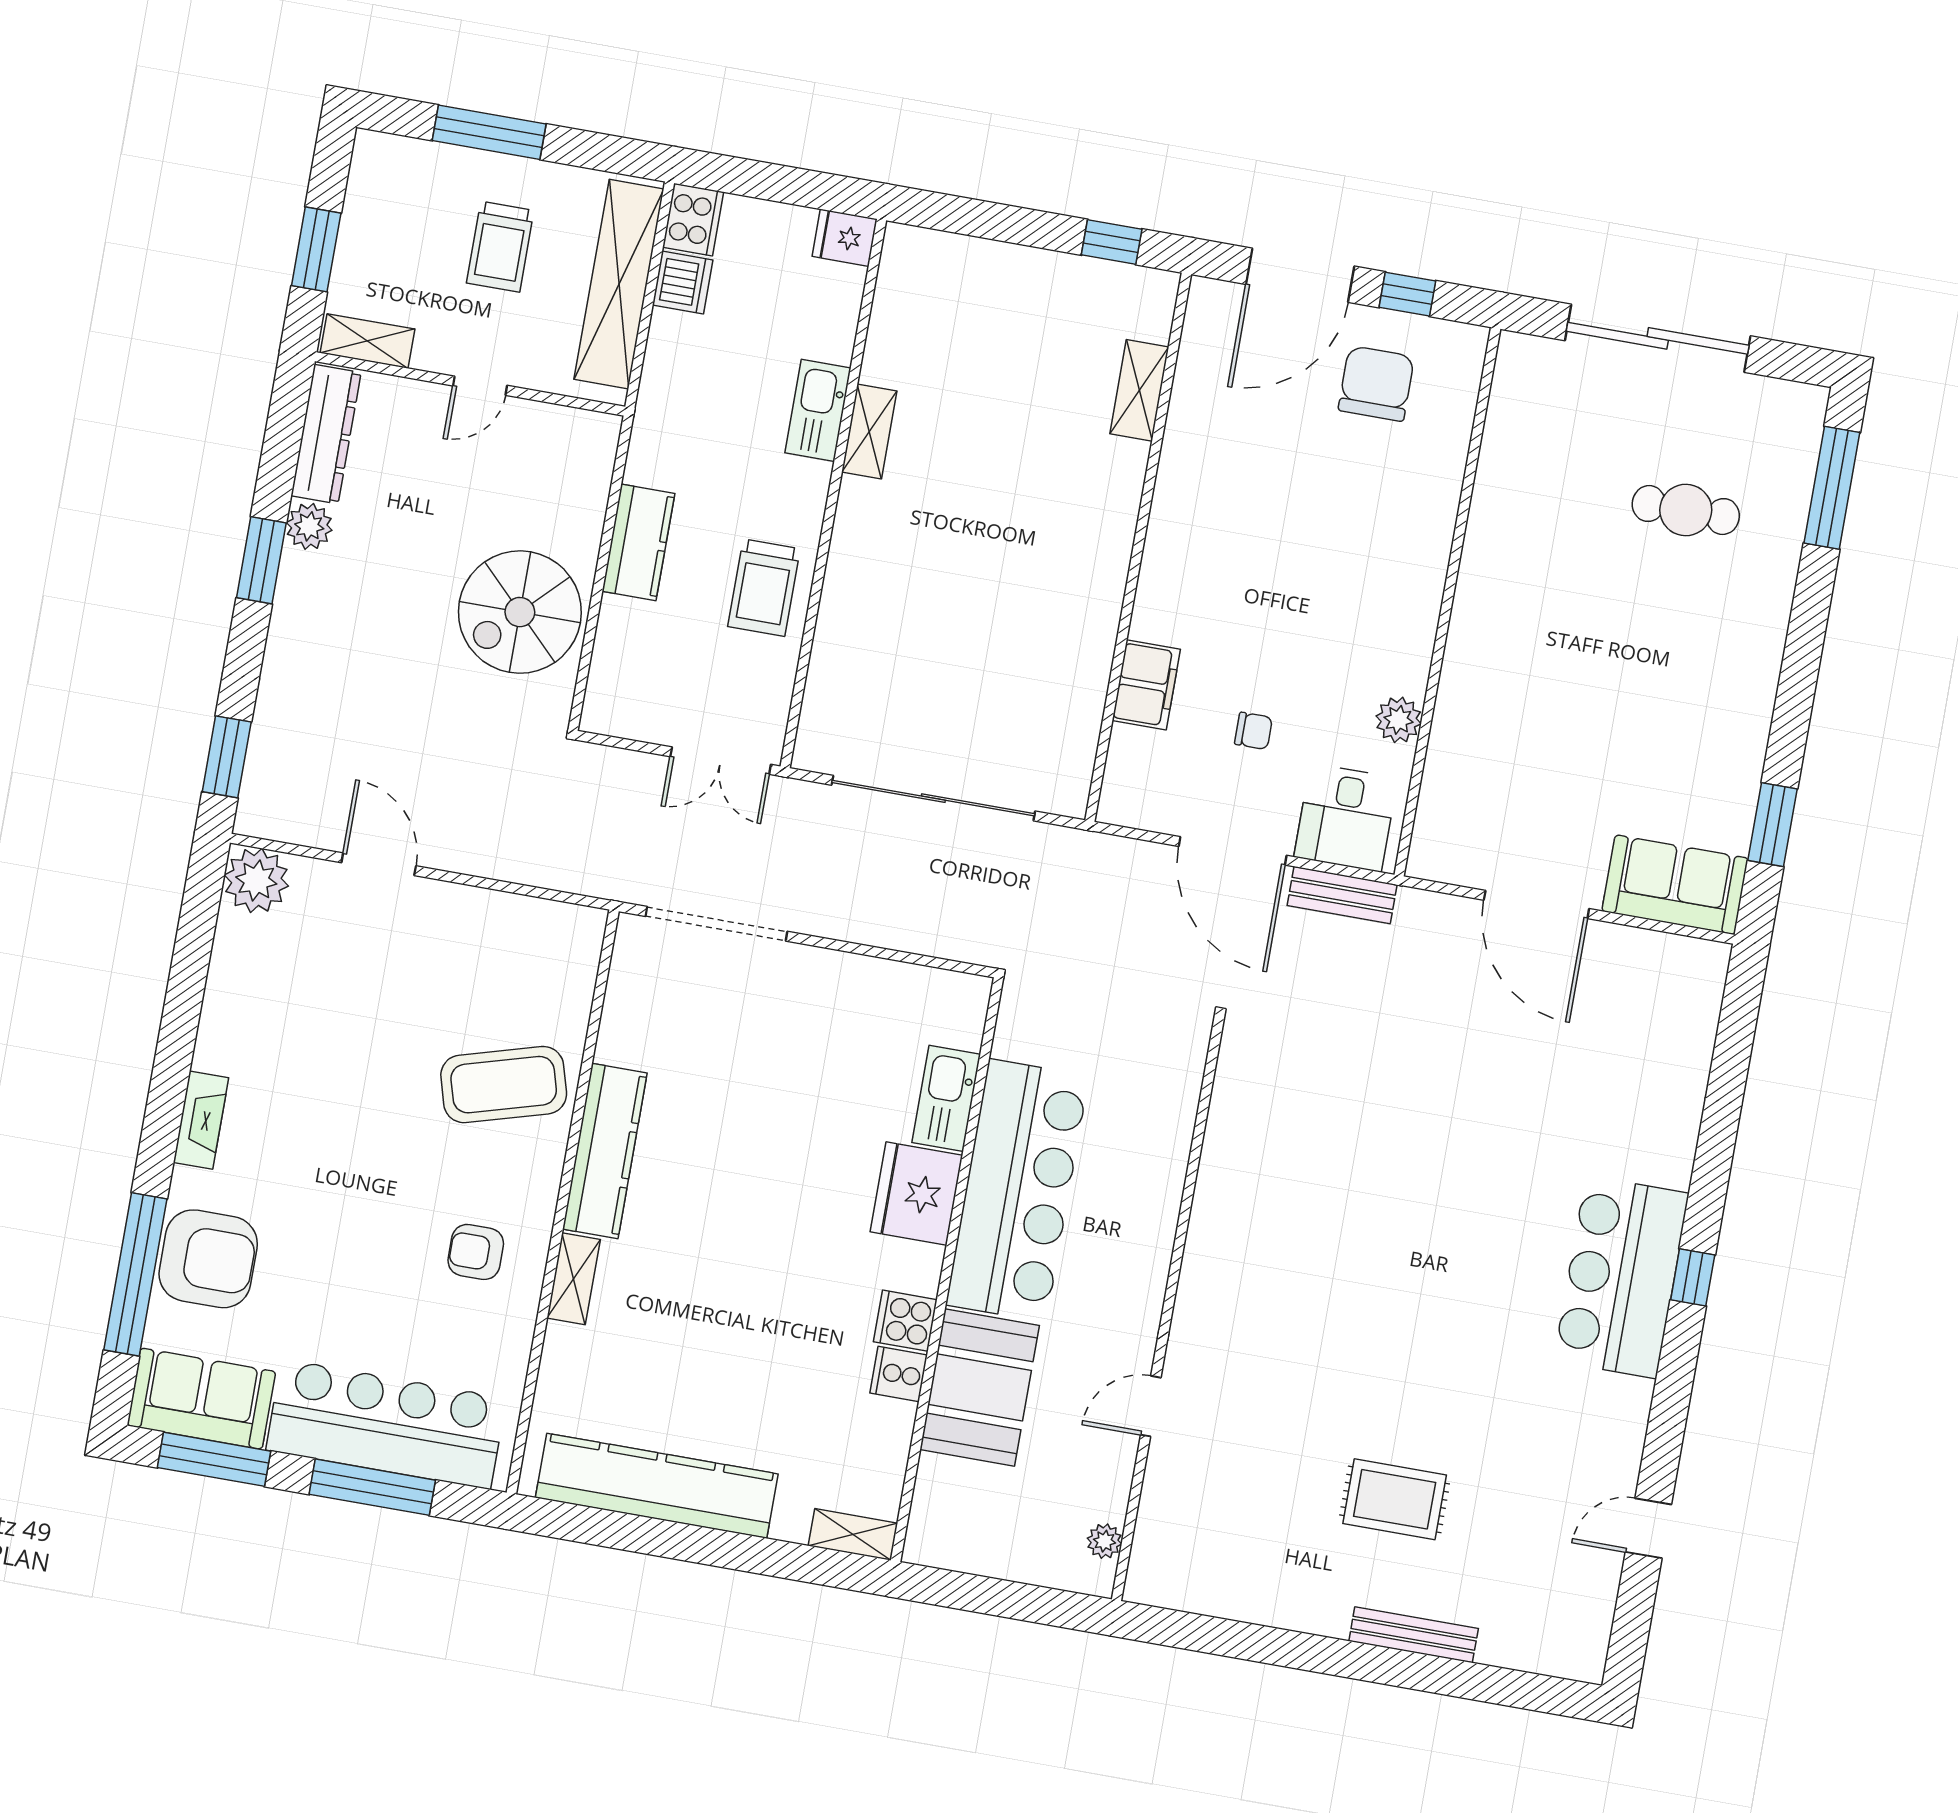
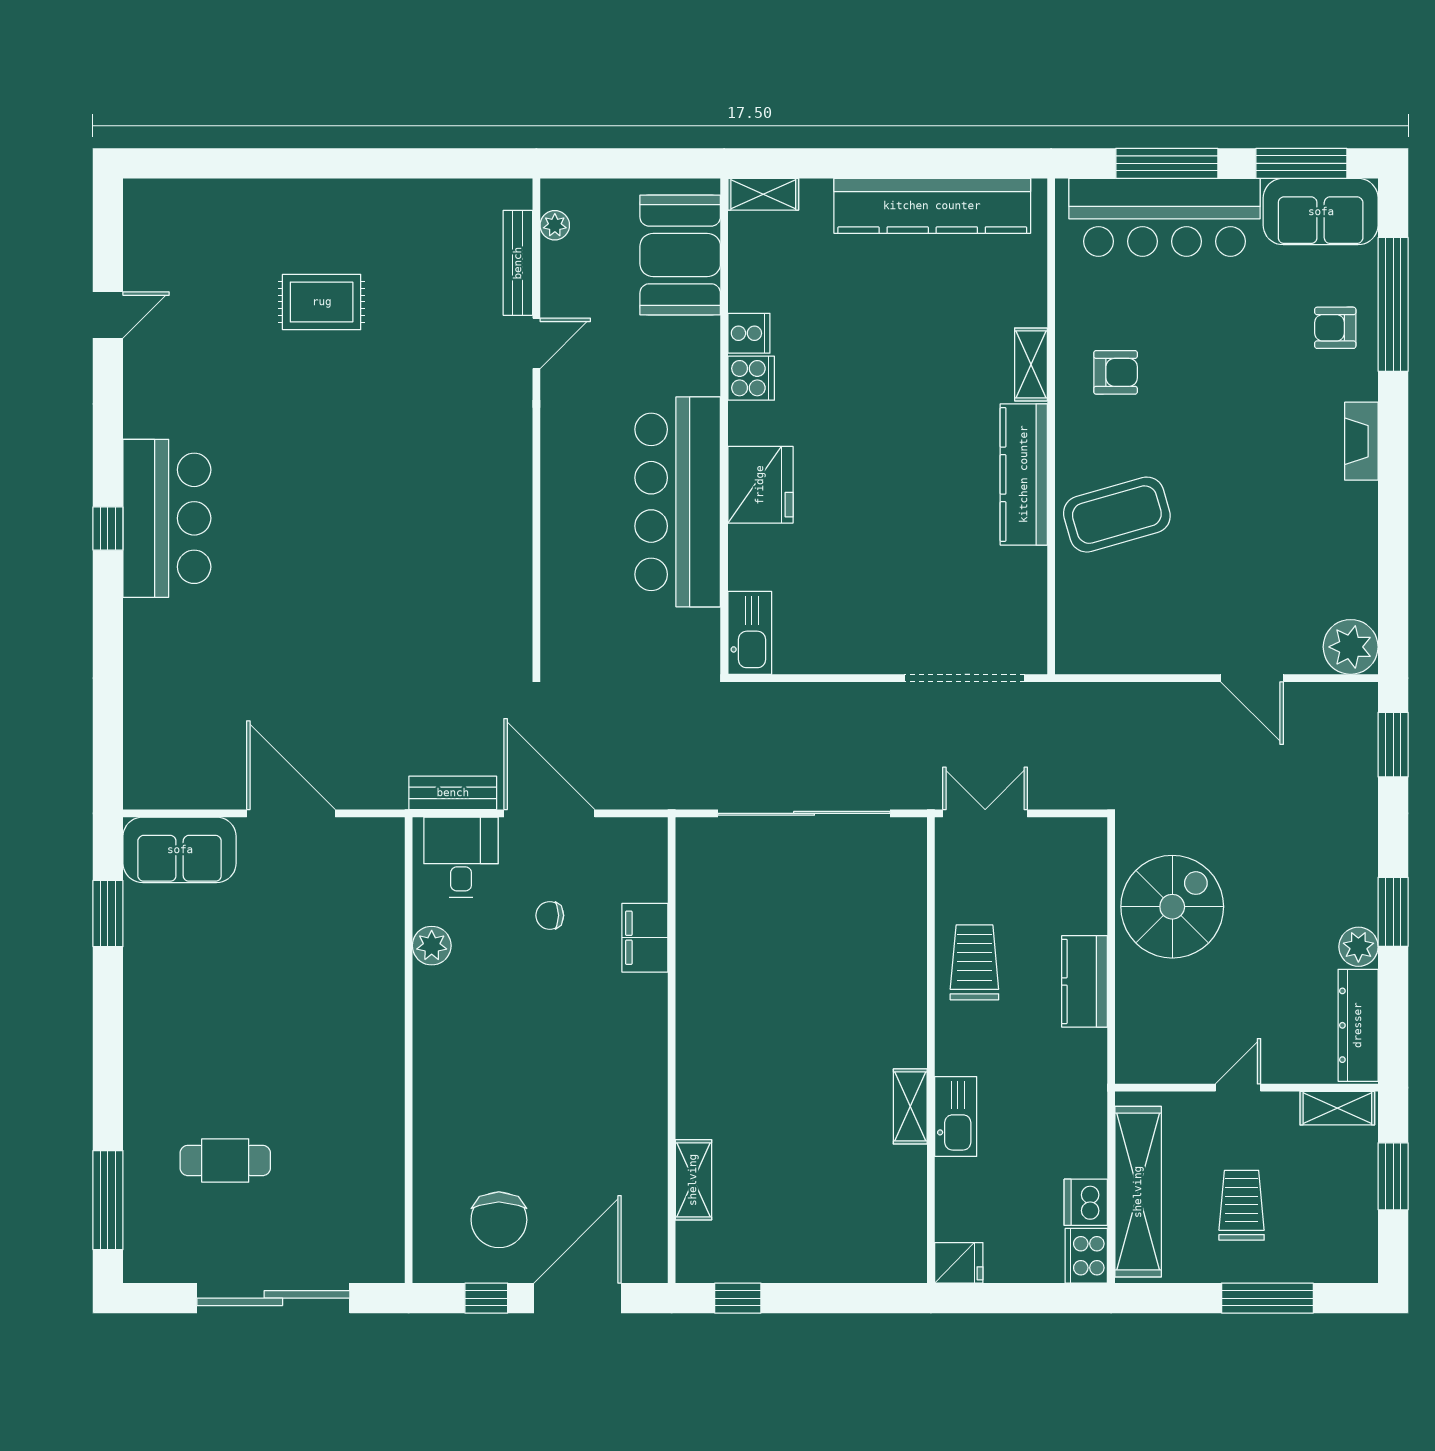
kitchen sink: (946, 1098) -> (750, 633), moved
armchair: (208, 1259) -> (1335, 328), width x0.53, depth x0.53
booth: (980, 1387) -> (680, 255), moved
bench: (1414, 1635) -> (518, 263), moved, turned 90

